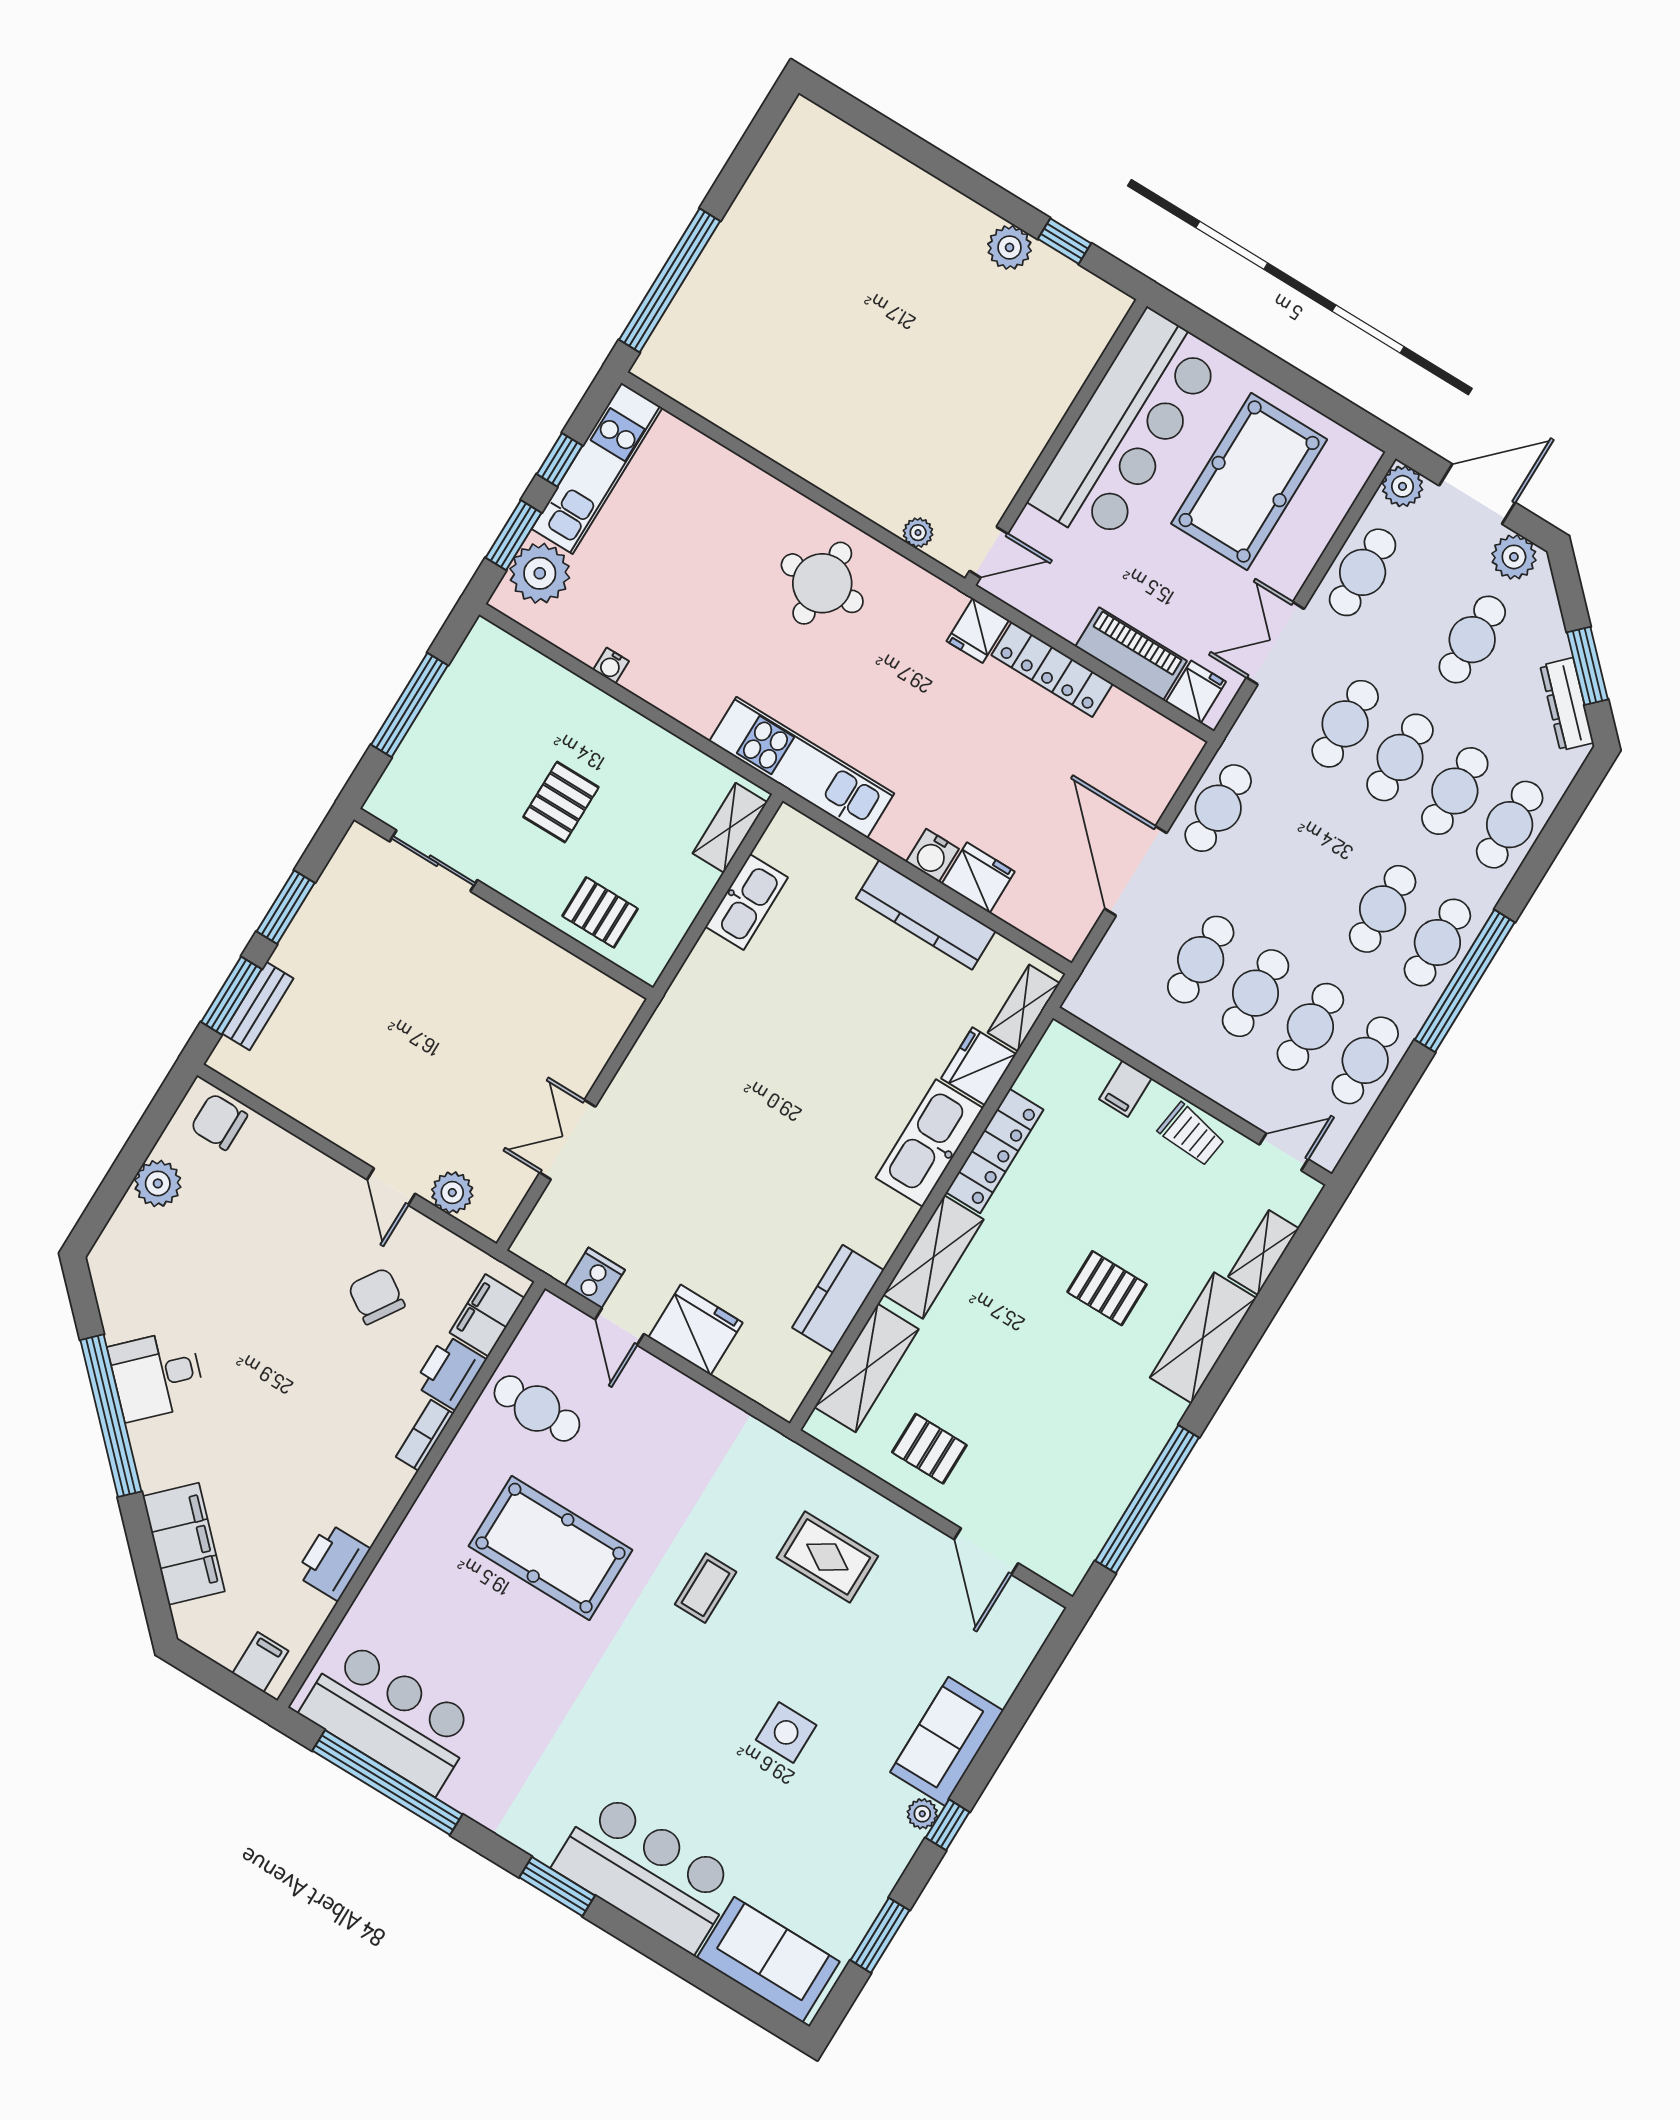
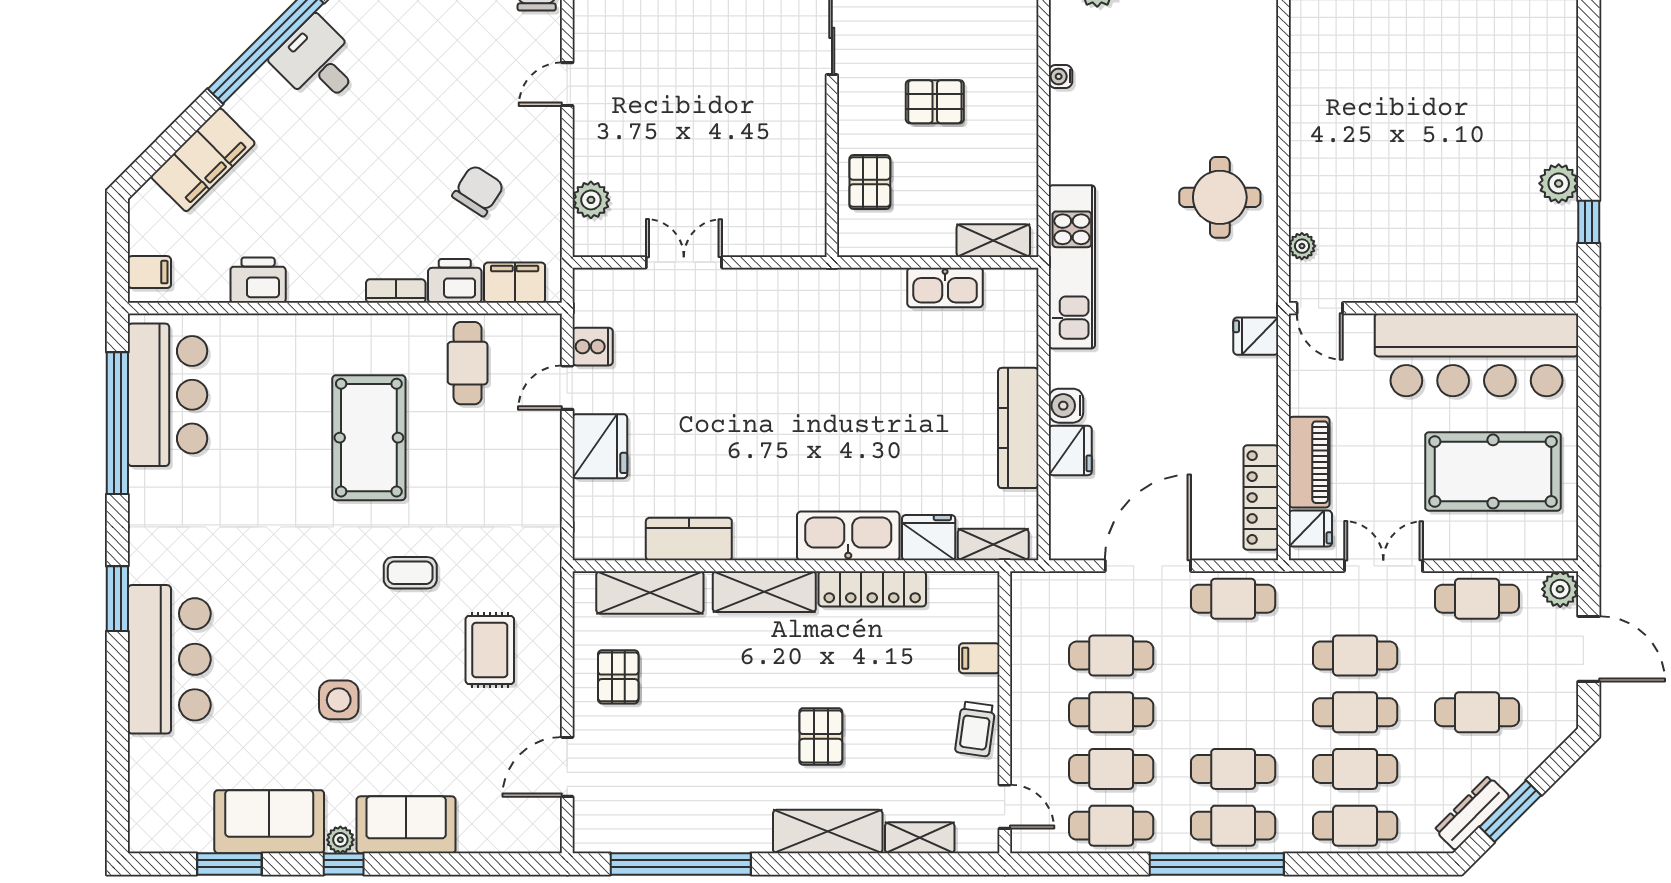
plant: (1514, 557) -> (1558, 705), removed
locker: (1052, 669) -> (1261, 498), moved
door: (391, 1187) -> (567, 84), moved
sofa: (768, 1960) -> (269, 822), moved, turned -90

